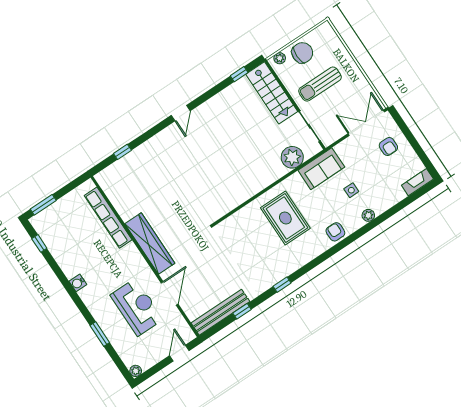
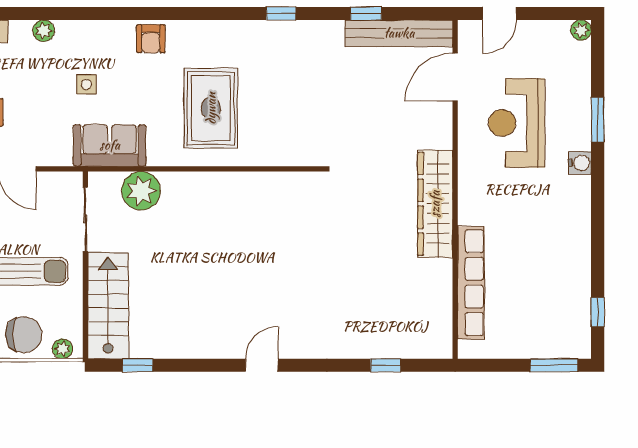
chair: (302, 53) -> (24, 335), turned 180
plant: (368, 215) -> (44, 31), moved
water cooler: (78, 283) -> (580, 163), moved
door: (170, 293) -> (455, 77), moved

